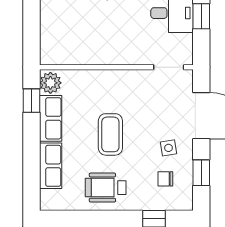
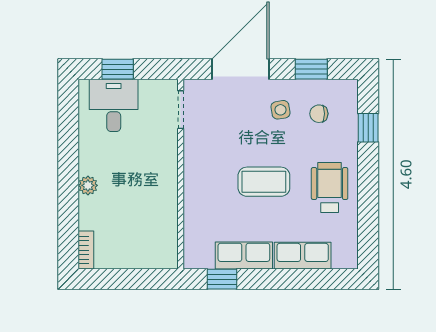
plant: (50, 83) -> (200, 256), removed
chair: (165, 179) -> (319, 114), turned 90
wheelchair: (106, 188) -> (330, 188), turned 180

